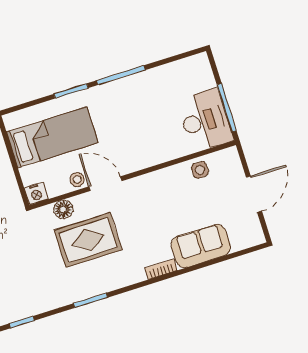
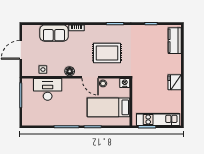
desk: (205, 120) -> (48, 89), moved, turned 90
floor lamp: (63, 209) -> (70, 71), moved

